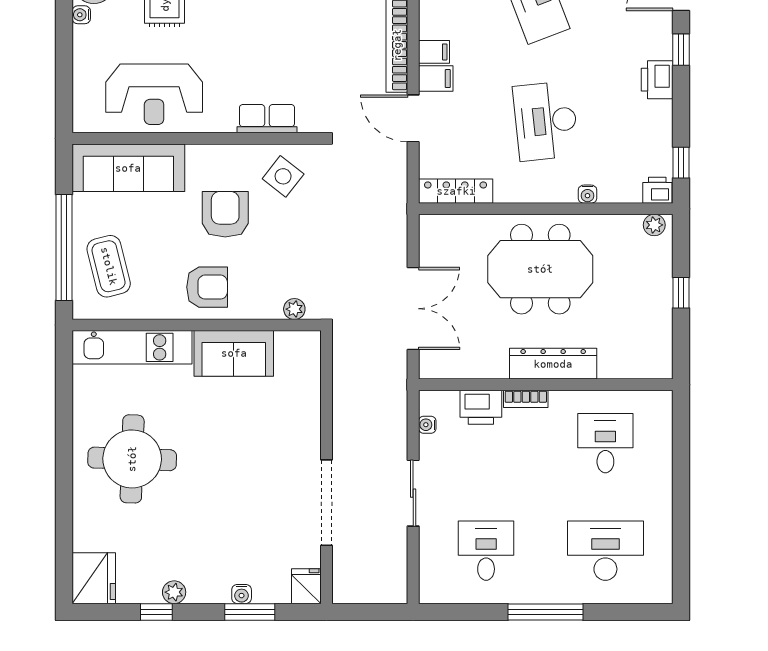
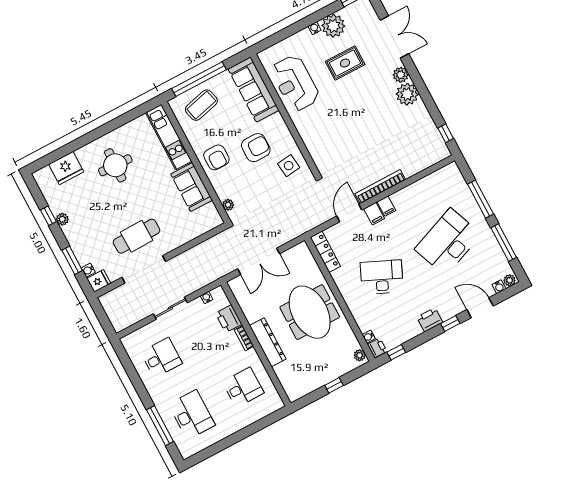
row of seats: (267, 119) -> (312, 143), removed
desk: (546, 121) -> (382, 277), turned 30
side table: (283, 176) -> (289, 166), turned 45
water cooler: (588, 194) -> (369, 337), moved
round table: (132, 459) -> (115, 165), width x0.73, depth x0.73
cafe table: (266, 486) -> (137, 236), added
fridge: (94, 578) -> (66, 168), moved
water cooler: (242, 594) -> (88, 270), moved
window: (545, 612) -> (160, 426), moved

